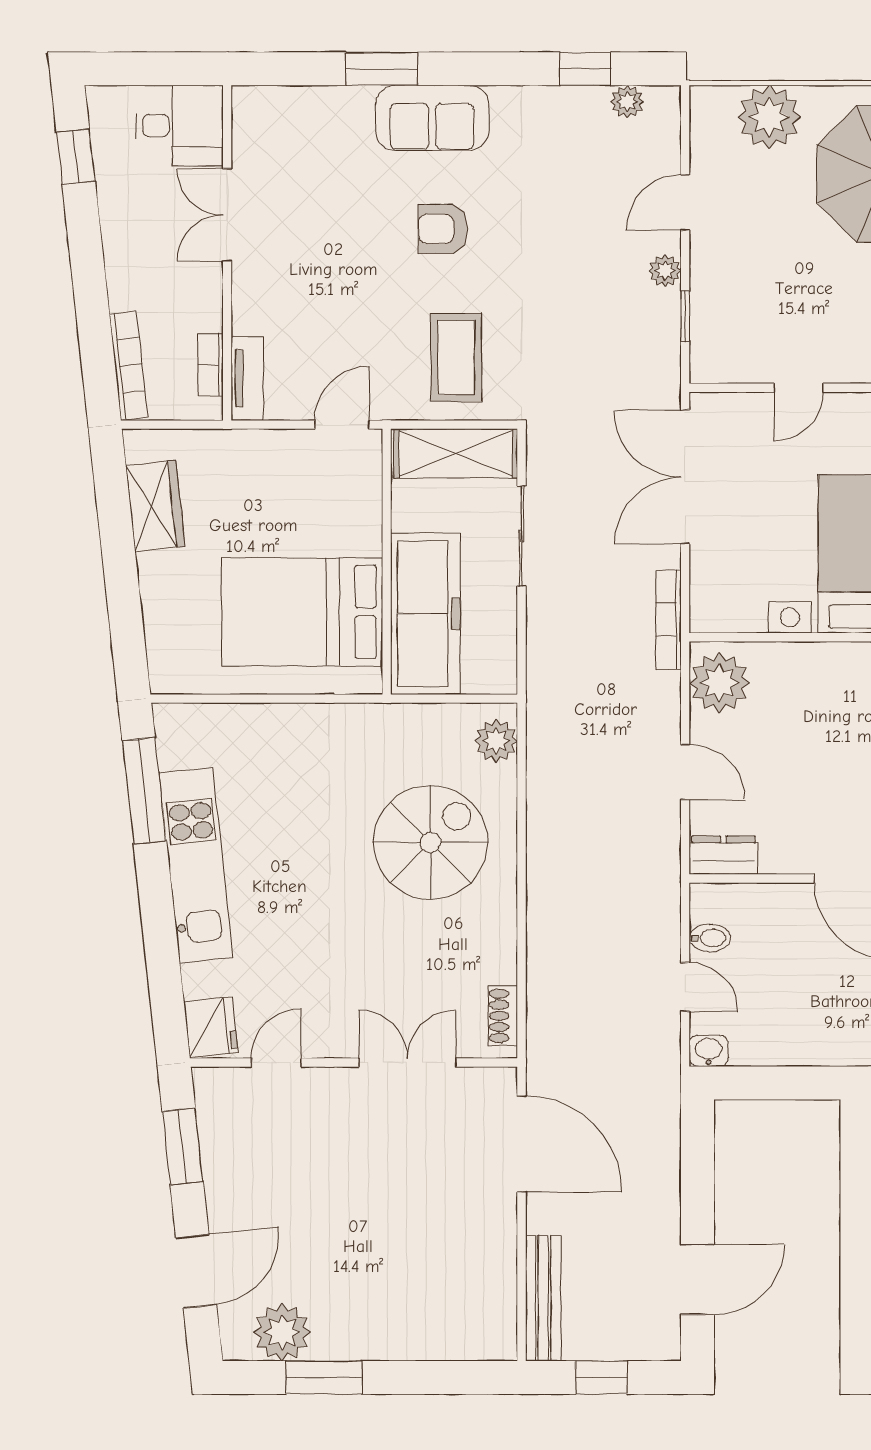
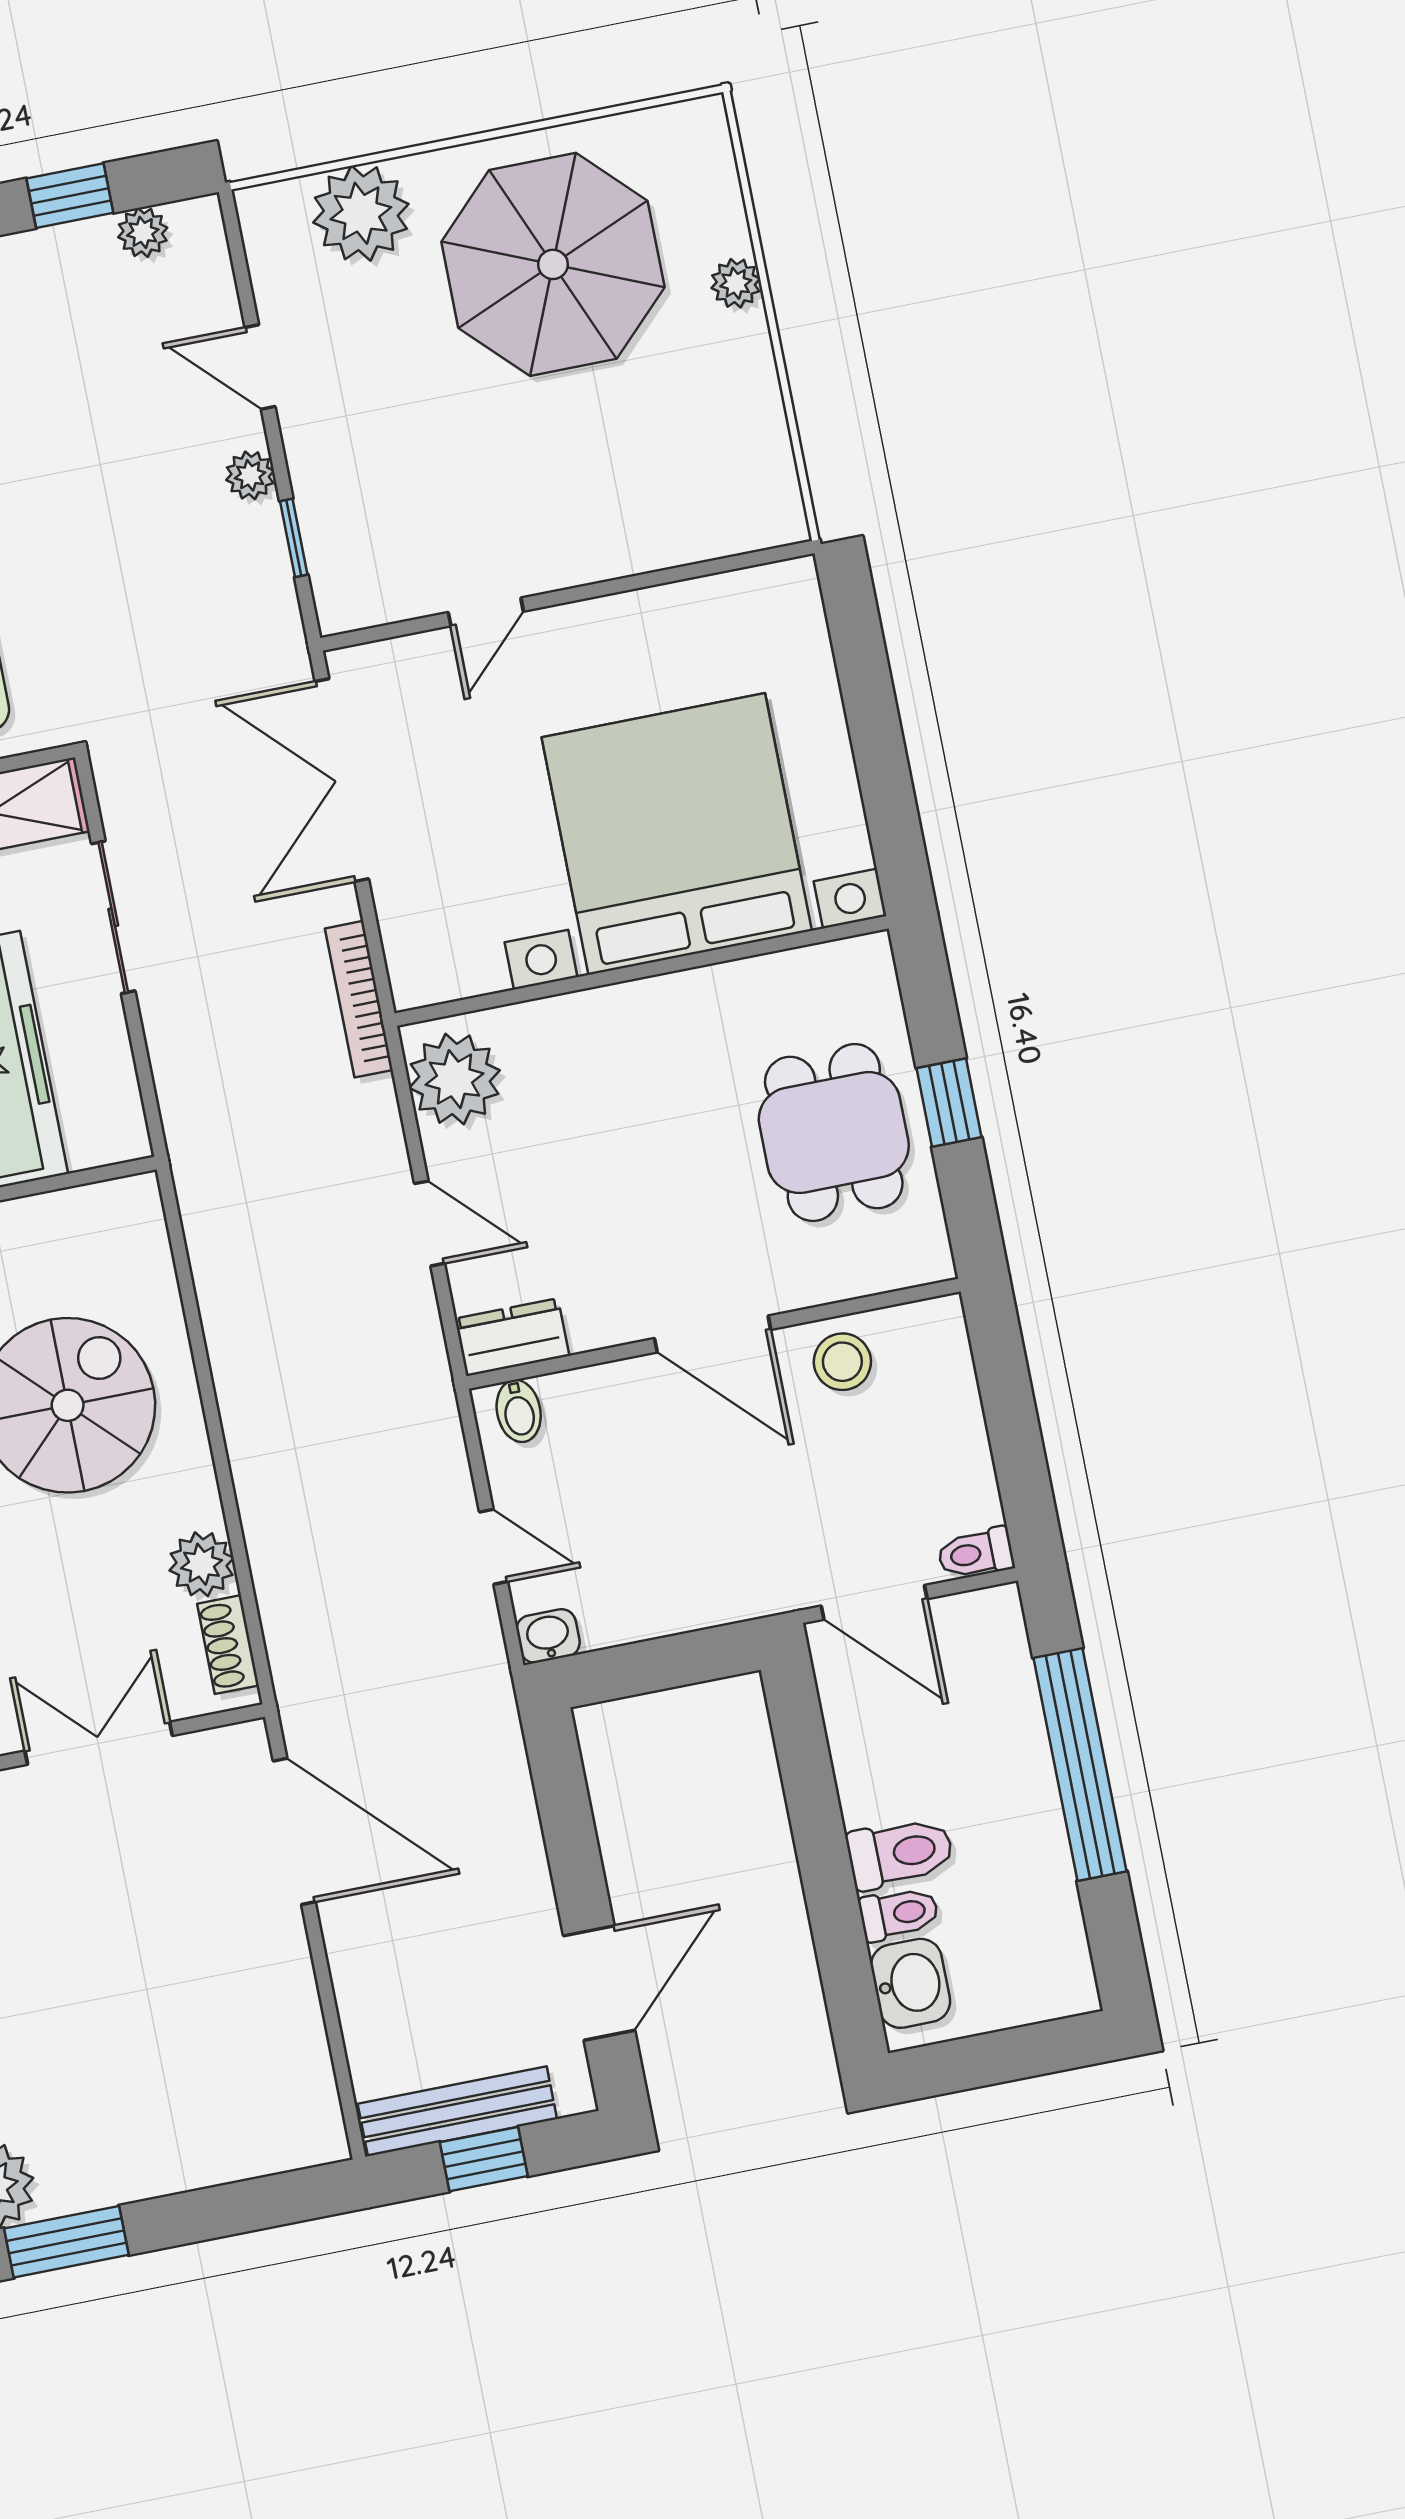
door: (685, 203) -> (260, 367), hinge flipped
plant: (496, 741) -> (202, 1564), moved
bidet: (710, 938) -> (519, 1411), moved, turned 90
bench: (543, 1298) -> (457, 2111), moved, turned 90

